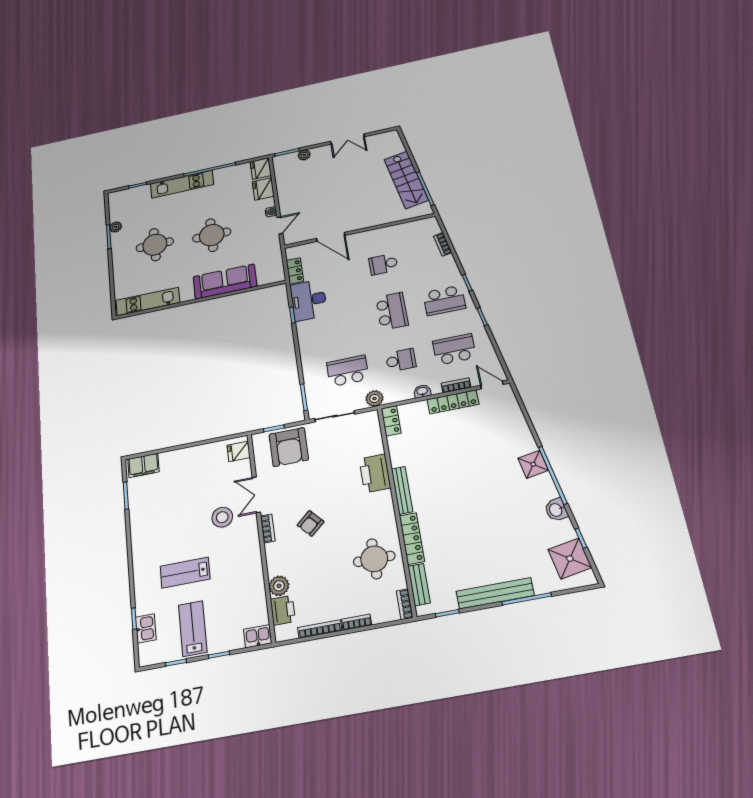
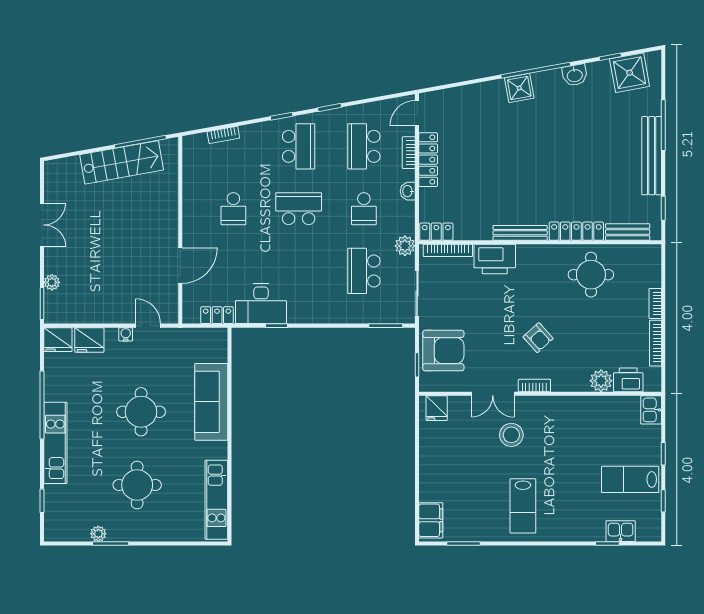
school desk: (401, 360) -> (364, 209), turned 180
lab bench: (185, 573) -> (523, 506), moved
bookcase: (405, 604) -> (448, 250), moved, width x1.56

